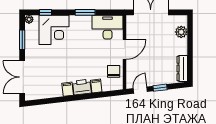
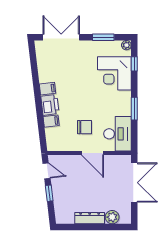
dresser: (182, 69) -> (90, 218), moved
chair: (114, 71) -> (85, 127), moved

